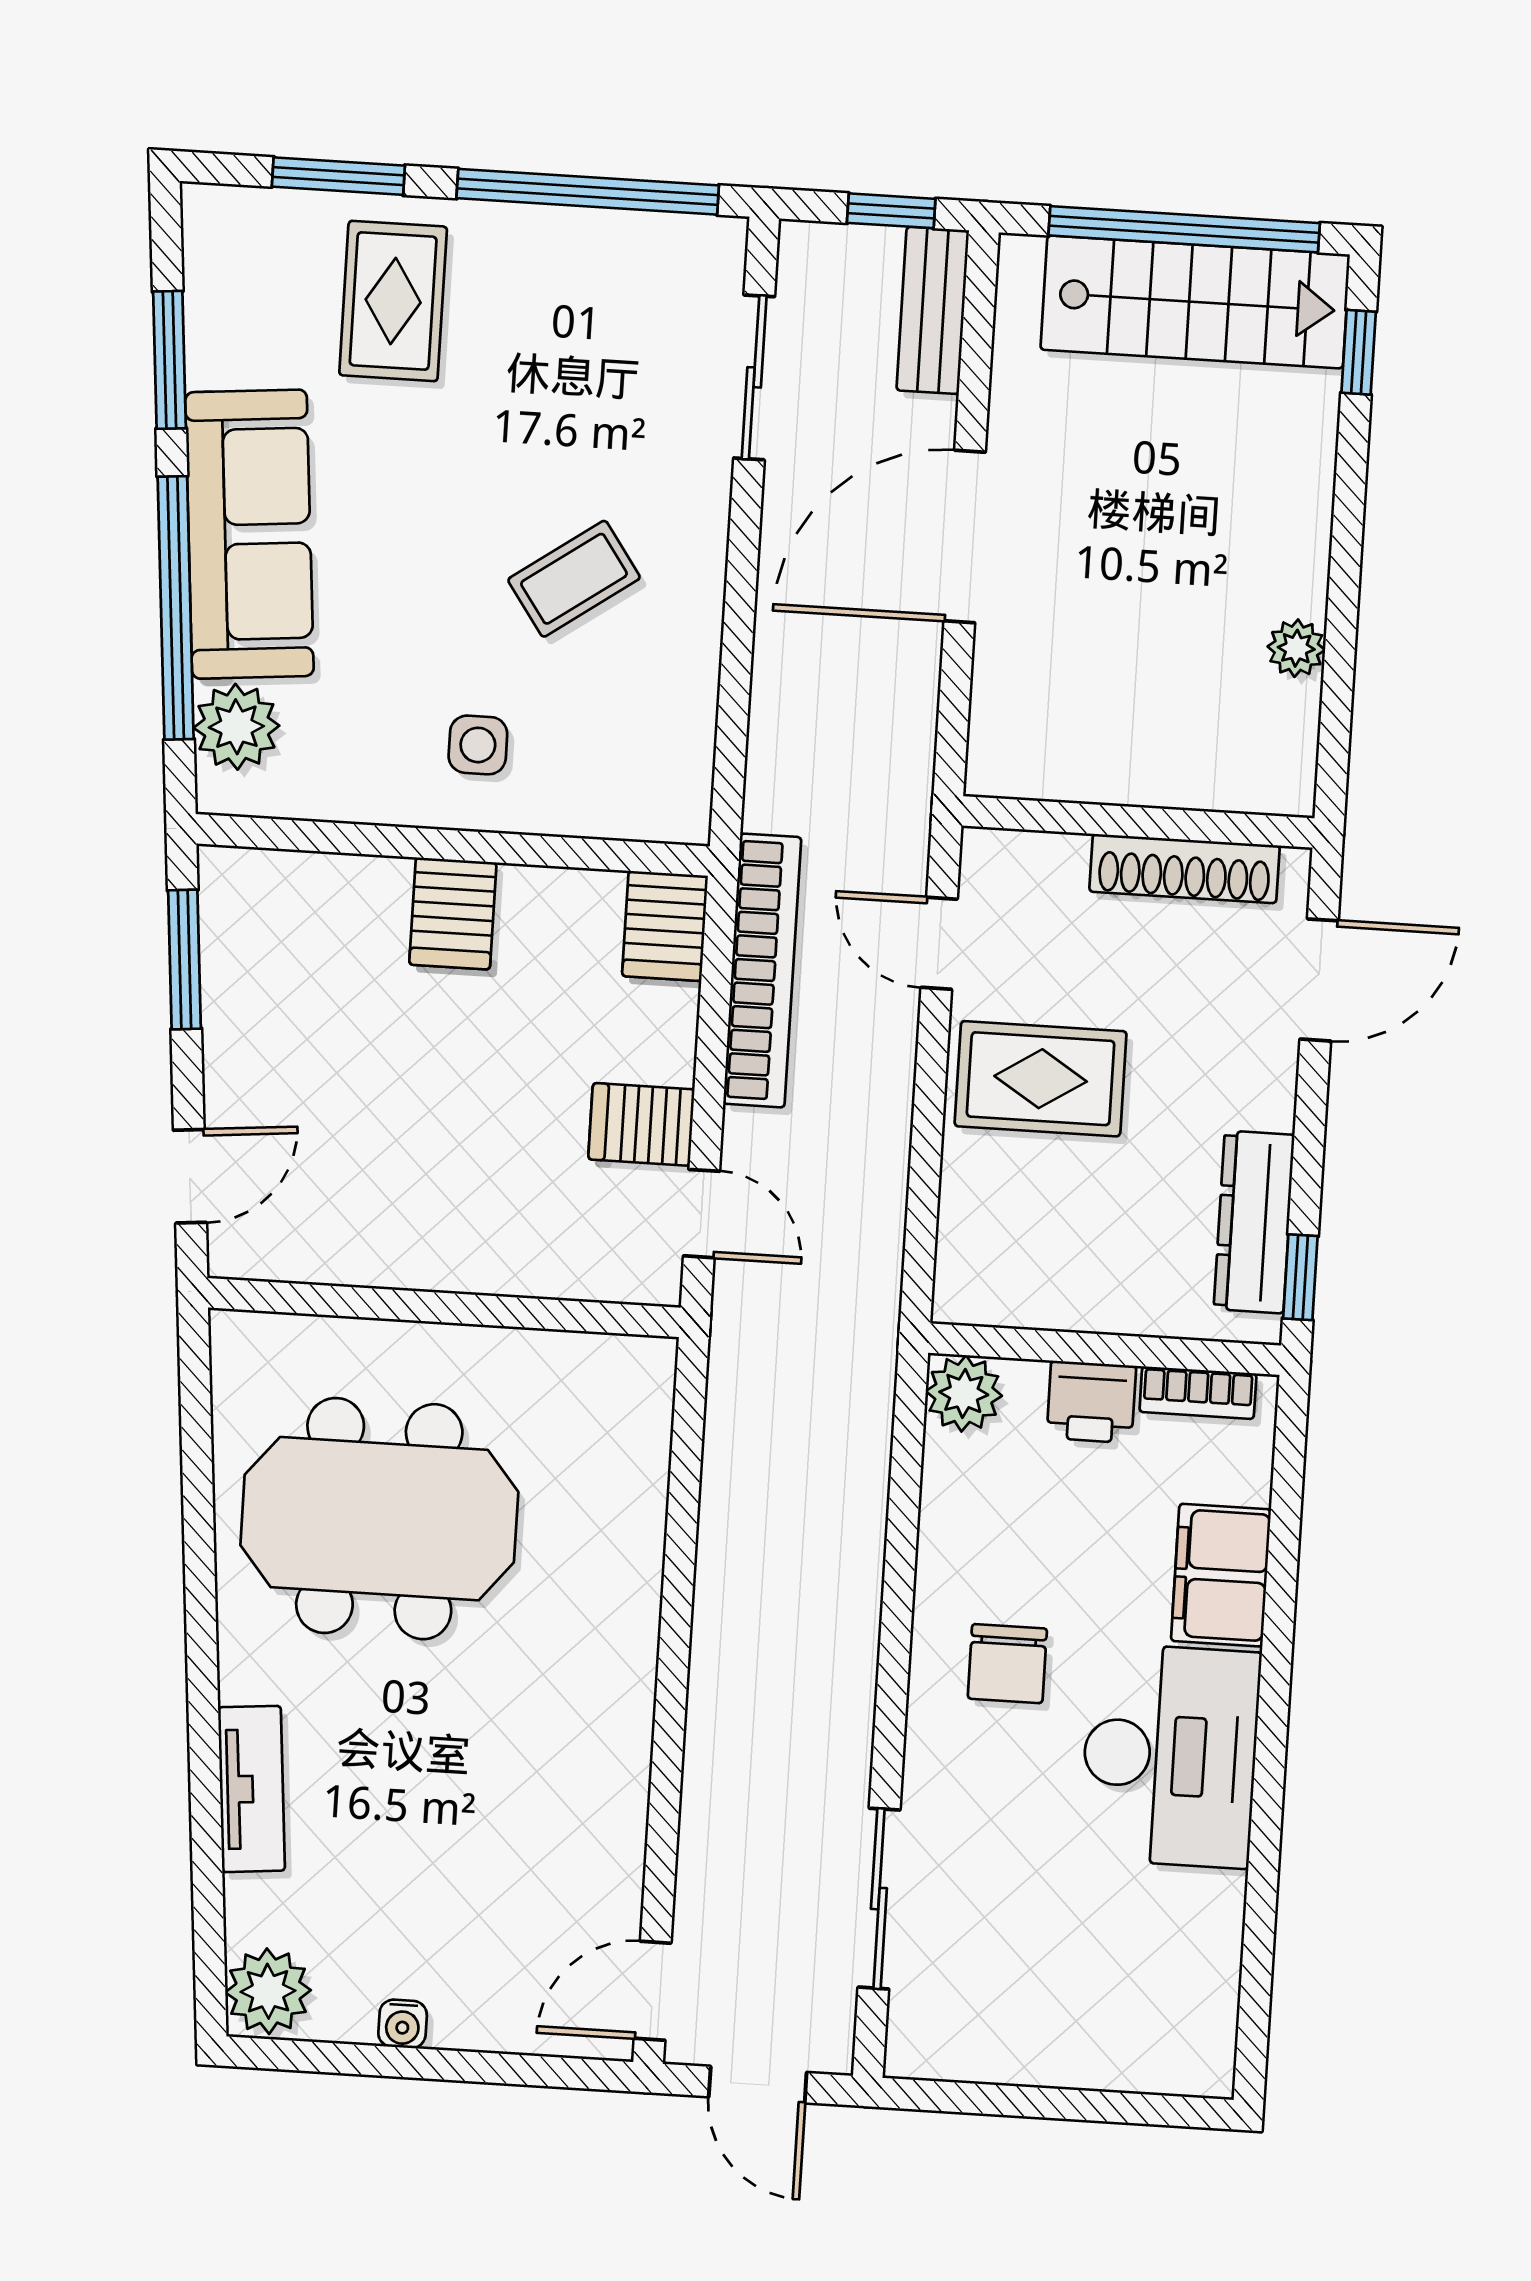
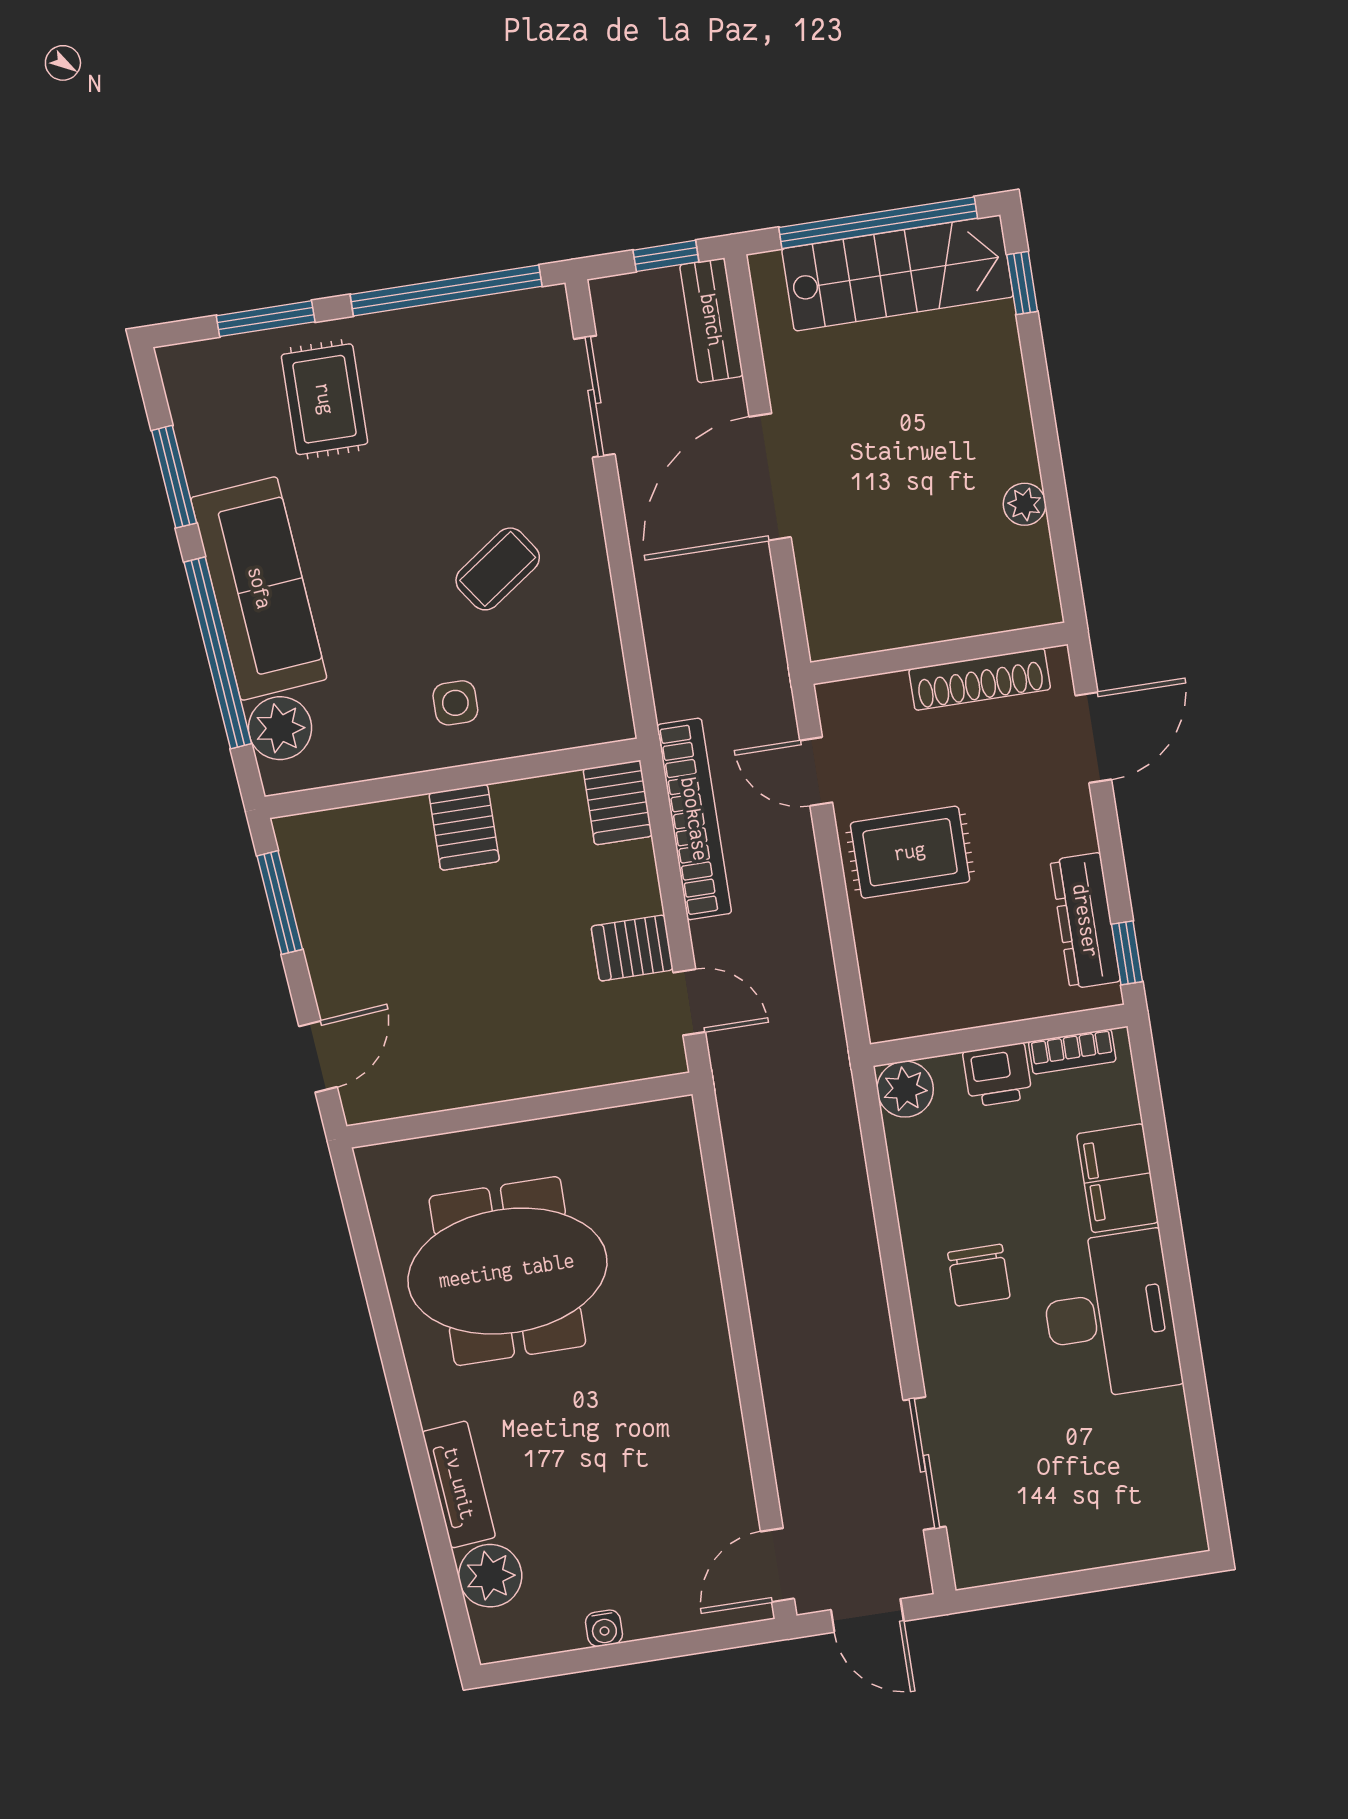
plant: (268, 1991) -> (490, 1576), moved

